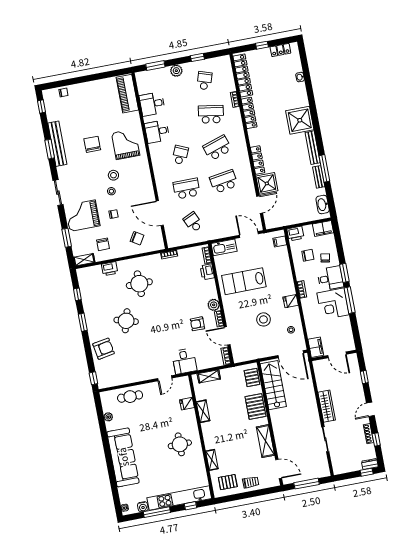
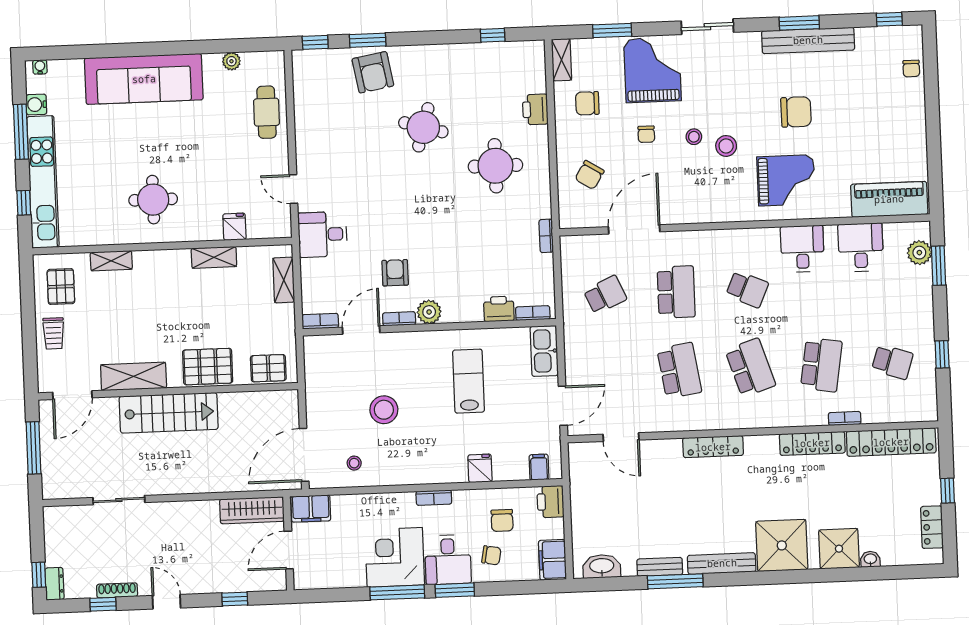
plant: (176, 71) -> (919, 253), moved
shower: (267, 183) -> (839, 549), moved
lab bench: (244, 281) -> (468, 381), width x0.73, depth x0.72
fridge: (291, 301) -> (480, 468), moved
window: (83, 322) -> (368, 40), moved
stairs: (273, 385) -> (169, 413), moved
wardrobe: (327, 406) -> (252, 510), moved

